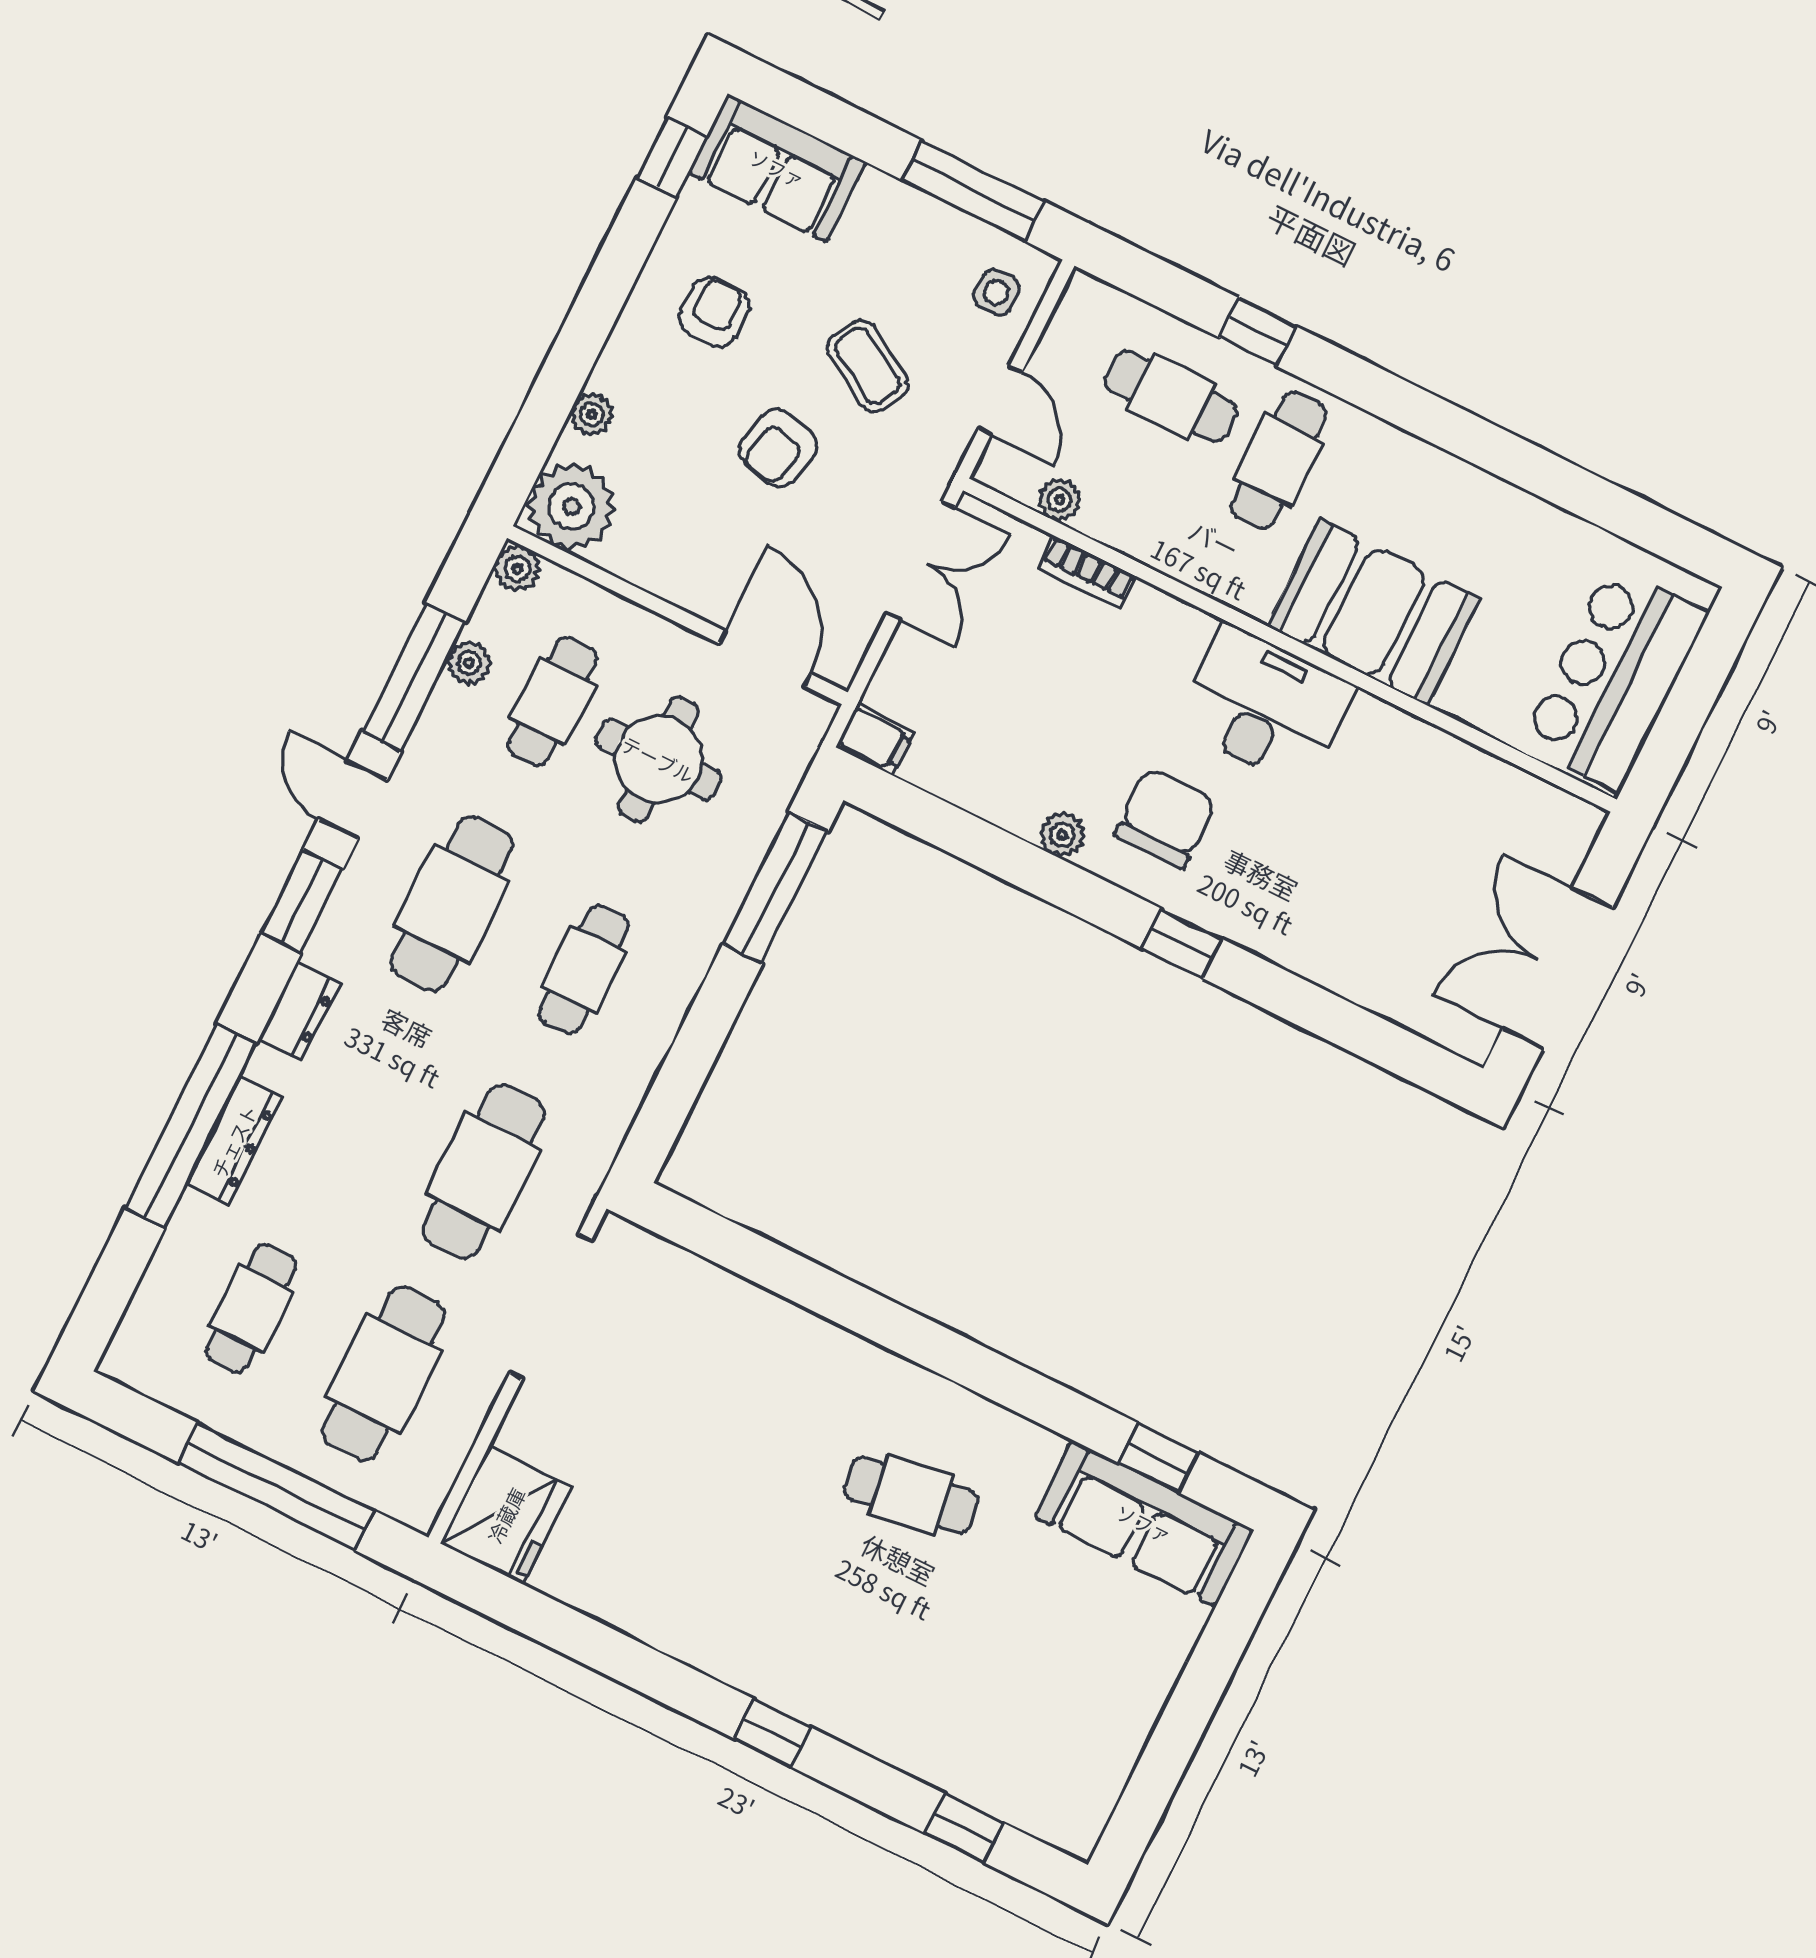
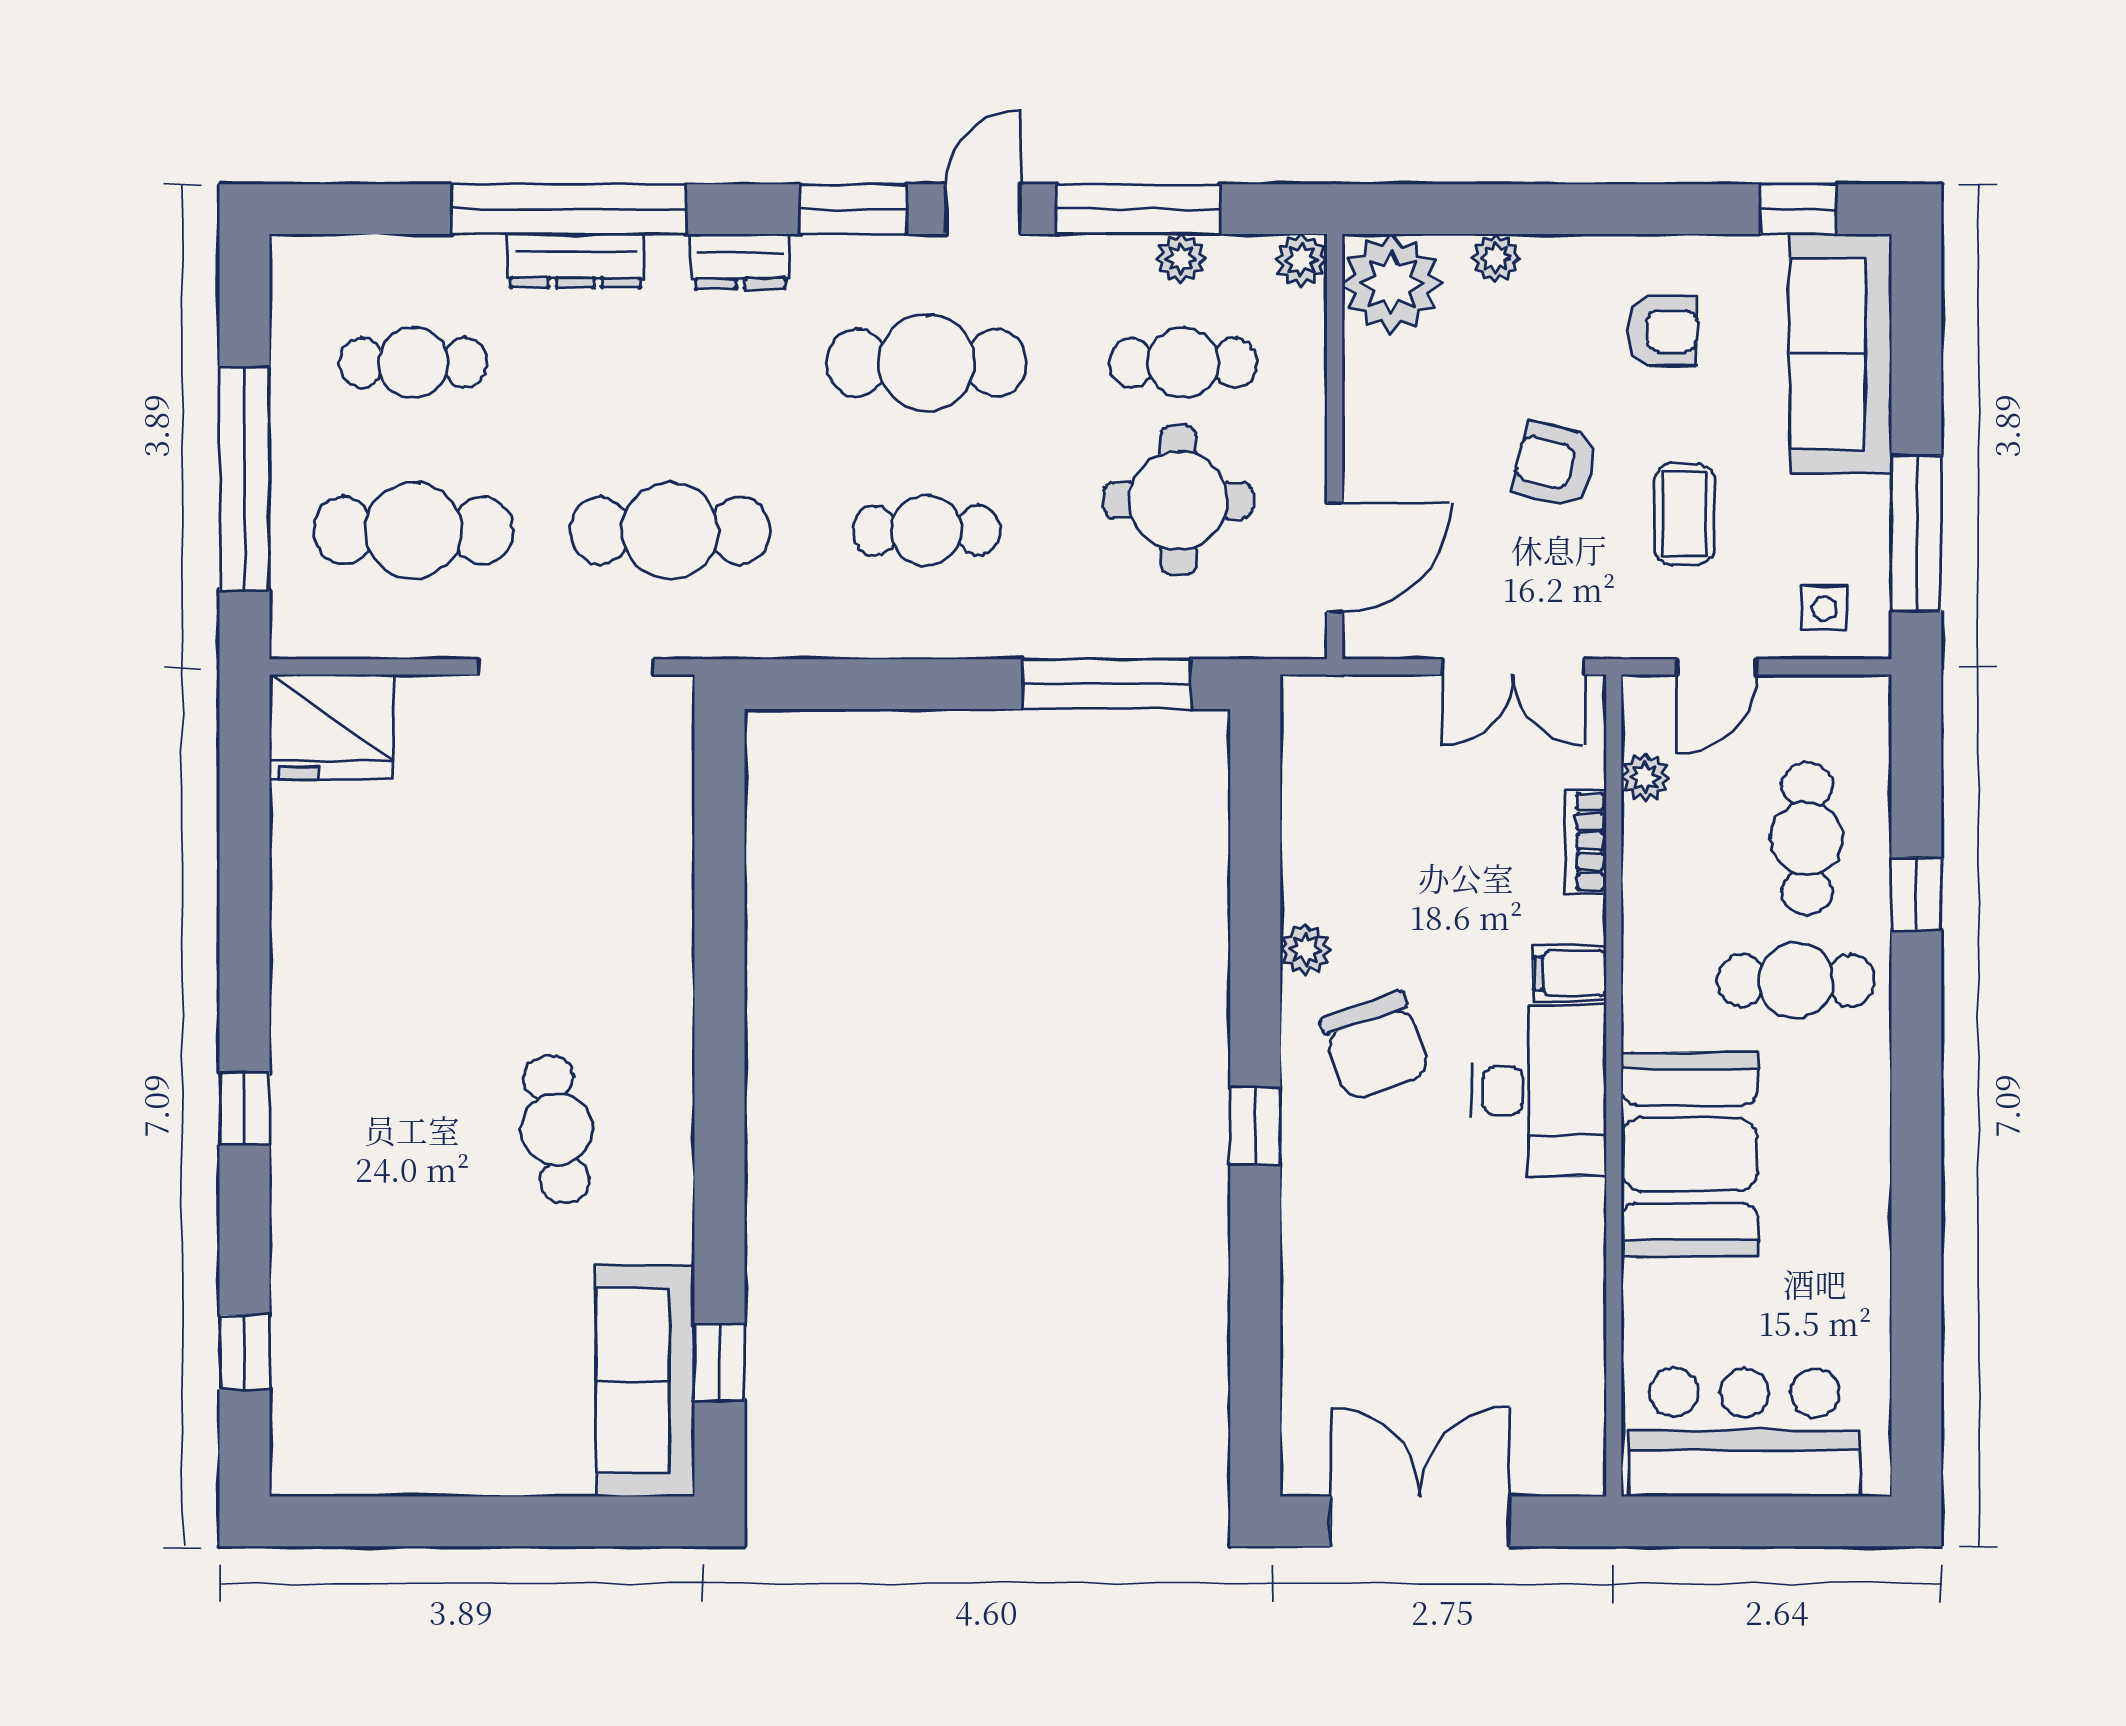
sofa: (777, 168) -> (1841, 354), width x1.36
coffee table: (867, 366) -> (1685, 514), turned -31
filing cabinet: (875, 739) -> (1570, 973), moved, turned 90
chair: (1166, 818) -> (1375, 1046), turned 71

